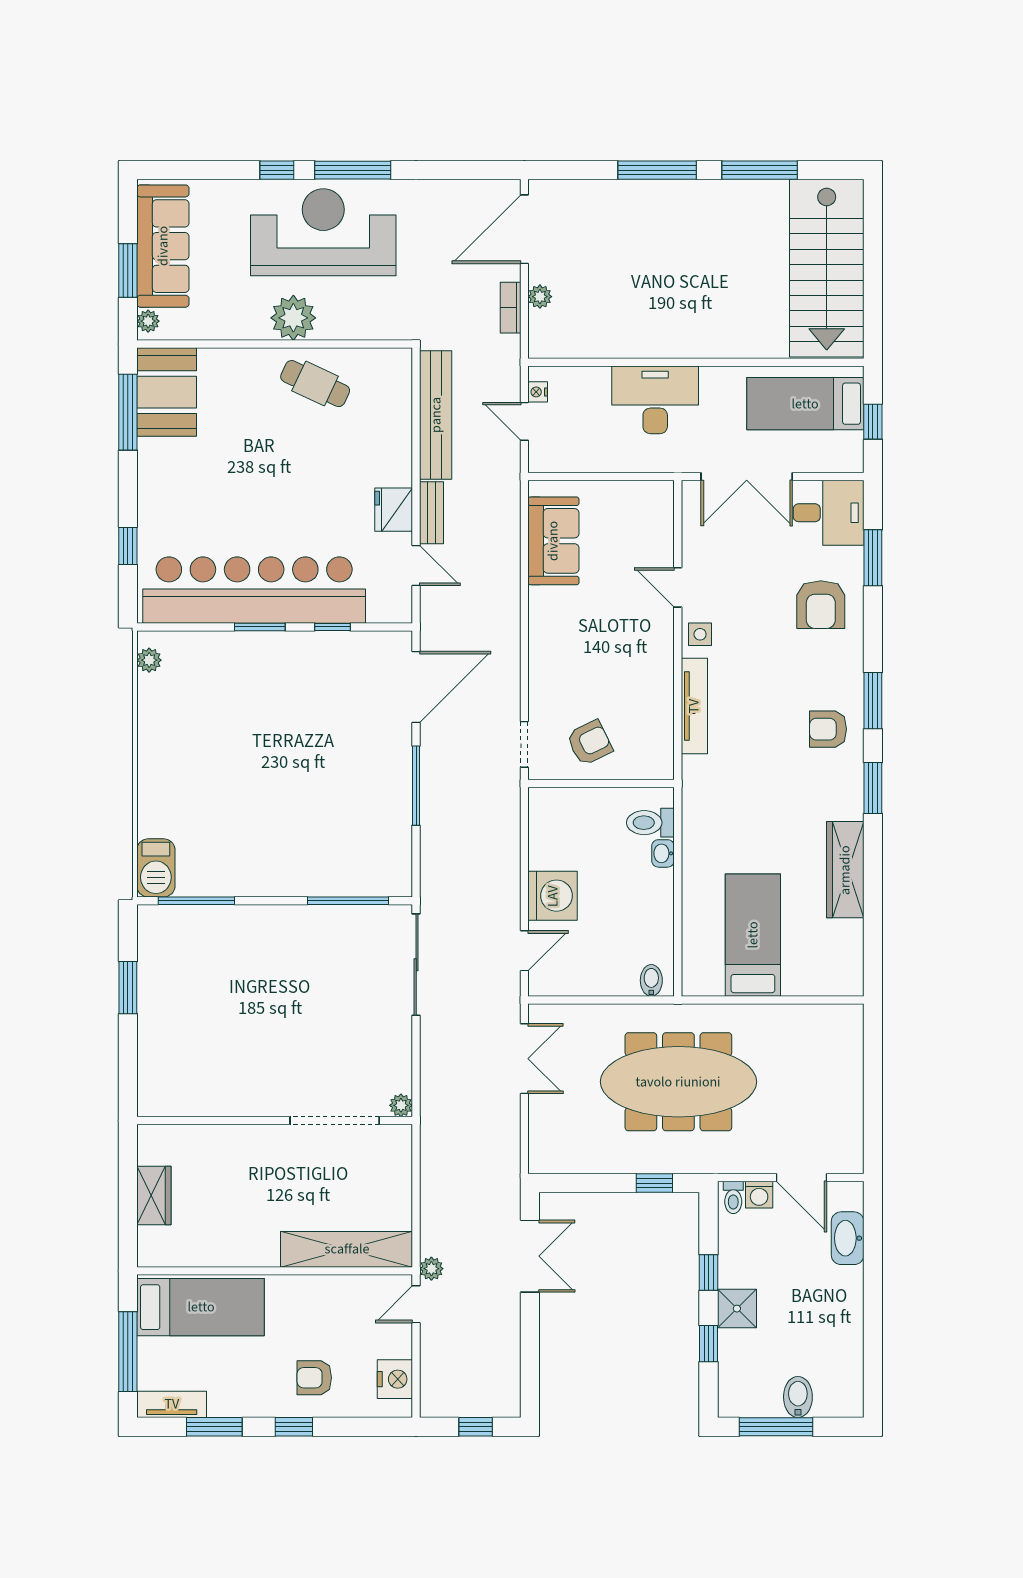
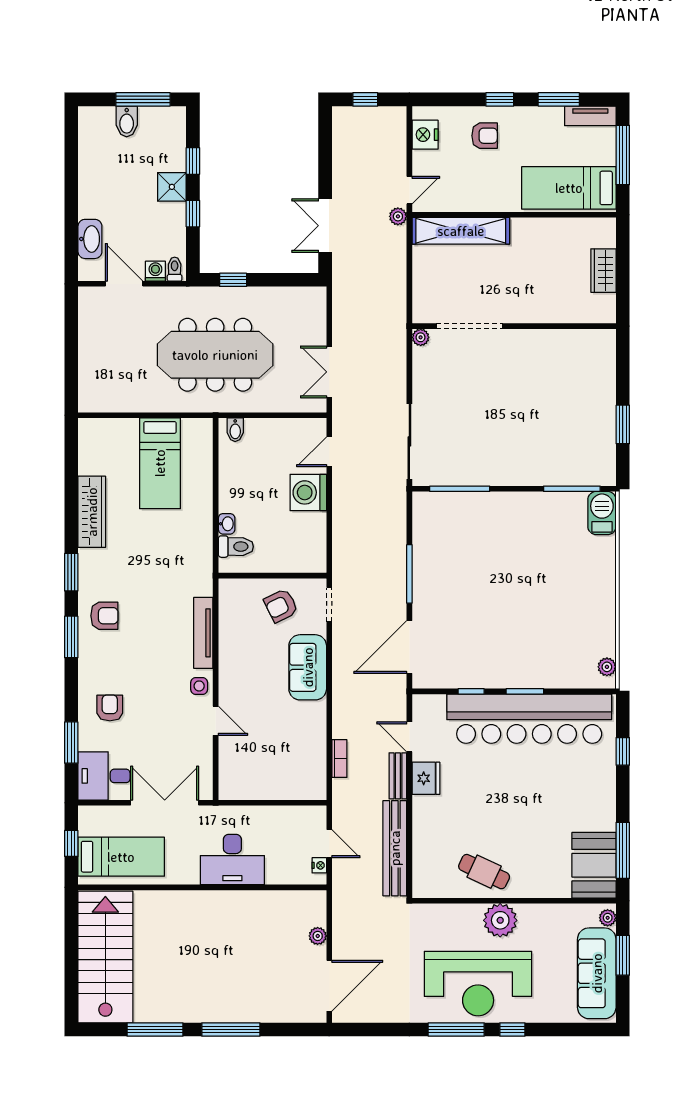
bookcase: (511, 308) -> (339, 759), moved
sofa: (553, 541) -> (308, 667), moved
armchair: (821, 605) -> (110, 708), width x0.72, depth x0.72

